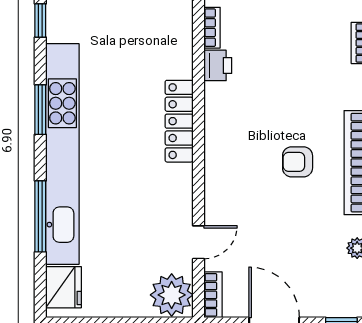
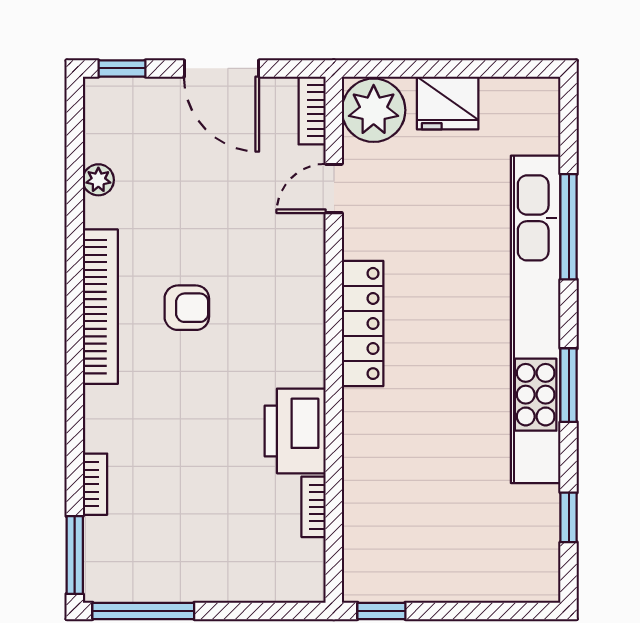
printer: (218, 65) -> (295, 431), width x1.87, depth x1.48
locker: (179, 121) -> (363, 323), moved
fridge: (63, 287) -> (448, 103), moved, turned -90

